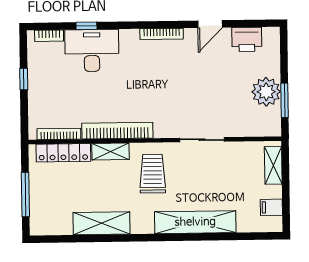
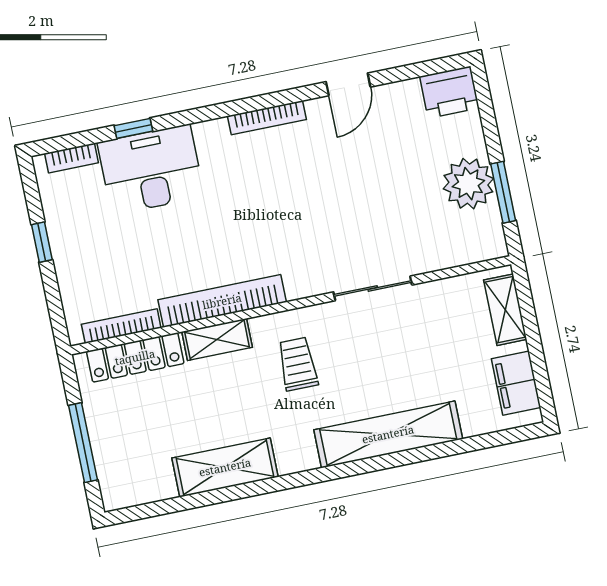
printer: (247, 39) -> (449, 92), moved
trolley: (153, 174) -> (298, 364), width x0.73, depth x0.72
filing cabinet: (271, 207) -> (516, 383), width x2.00

